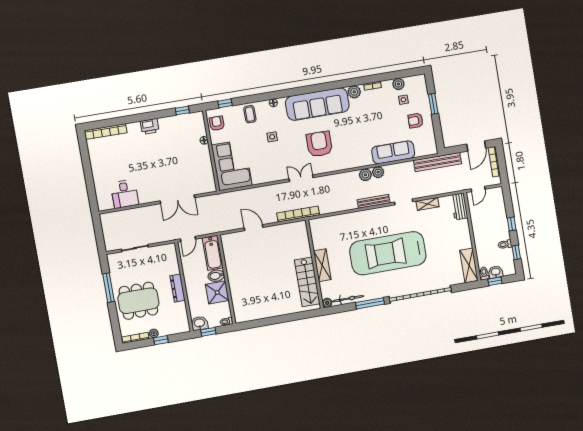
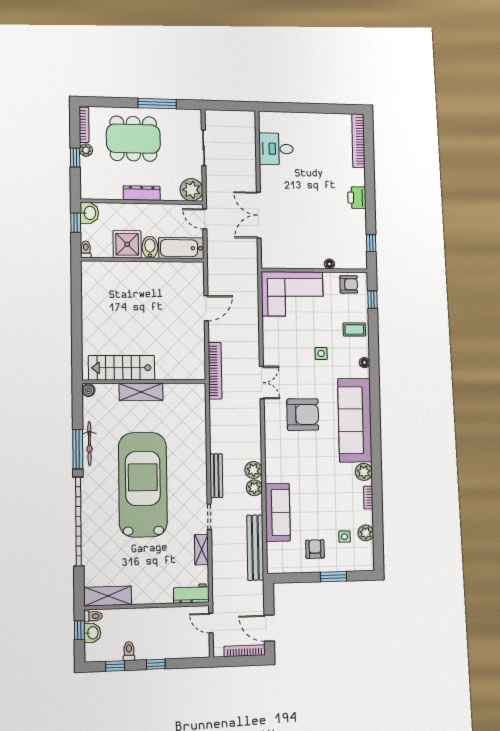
bench: (437, 162) -> (255, 548), moved
plant: (168, 252) -> (191, 190), added
bicycle: (348, 299) -> (89, 444), moved
dining table: (138, 301) -> (133, 139), turned 90

